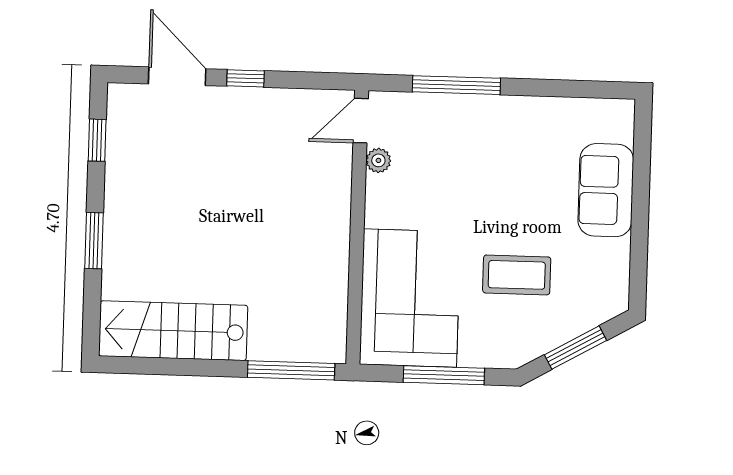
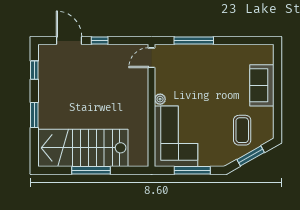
plant: (378, 160) -> (160, 99), moved
coffee table: (517, 275) -> (242, 130), moved, turned 90
stairs: (173, 331) -> (83, 148), width x1.36, depth x1.51
window: (291, 370) -> (91, 170), moved

